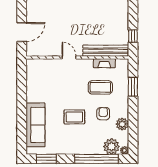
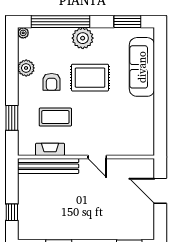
door: (22, 32) -> (160, 191), hinge flipped
window: (133, 36) -> (12, 212), moved
rug: (74, 117) -> (90, 78), width x1.36, depth x1.43
plant: (111, 146) -> (83, 38), moved

